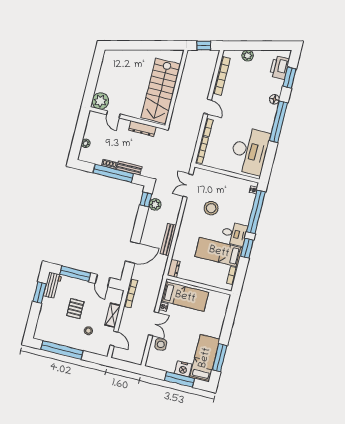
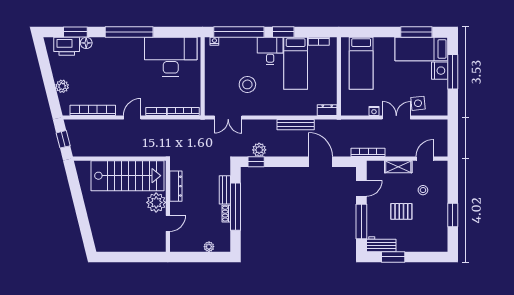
floor lamp: (274, 99) -> (86, 43), moved
plant: (100, 101) -> (156, 202), moved
bed: (185, 297) -> (361, 63), moved, turned 180
window: (62, 350) -> (453, 215), width x0.47

